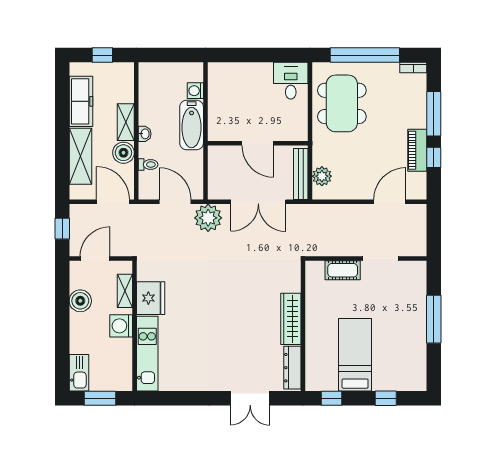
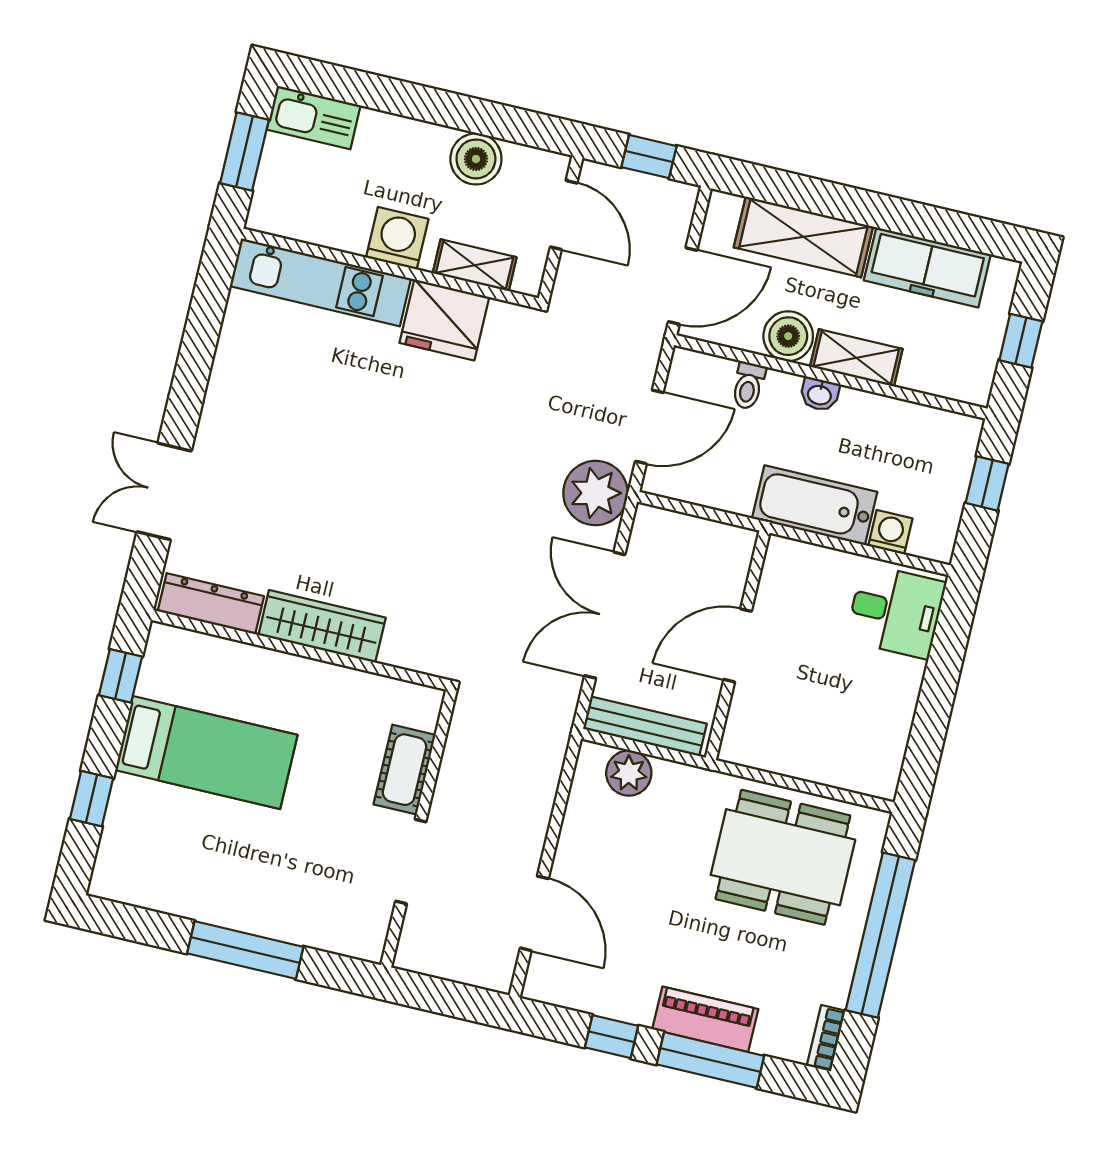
window: (165, 55) -> (987, 483), added
desk: (291, 81) -> (896, 611), moved
piano: (417, 150) -> (705, 1019), moved

